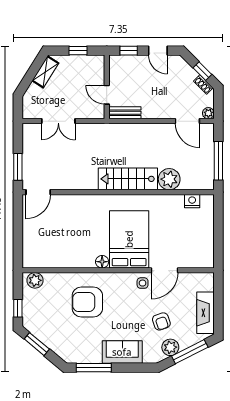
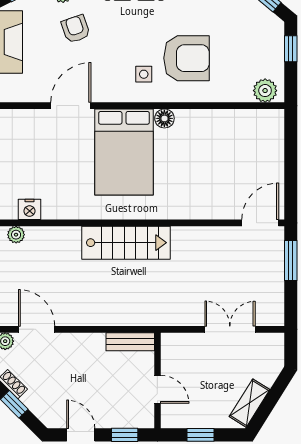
door: (107, 95) -> (157, 389), moved
plant: (169, 179) -> (16, 235), moved, width x0.53, depth x0.53
side table: (143, 283) -> (144, 74), moved

